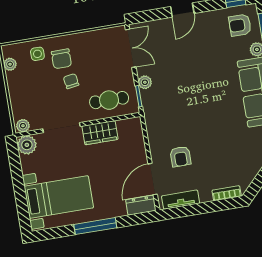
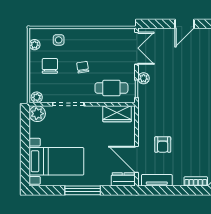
chair: (61, 59) -> (50, 66), moved, turned 180
wardrobe: (100, 133) -> (117, 114), moved
door: (153, 179) -> (136, 159), hinge flipped

